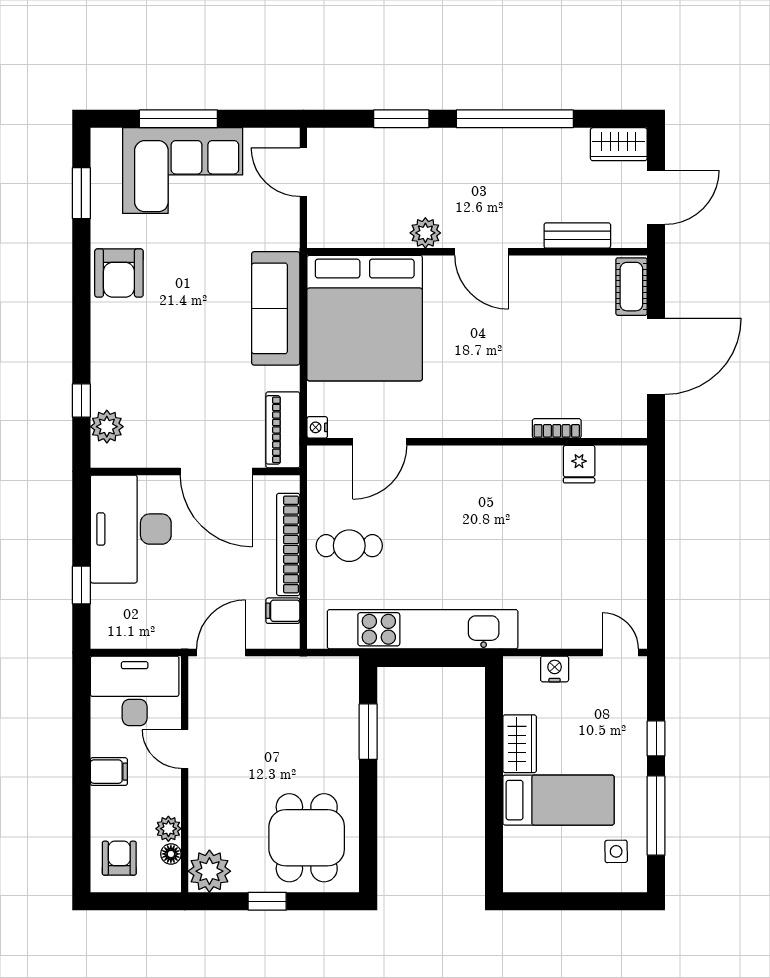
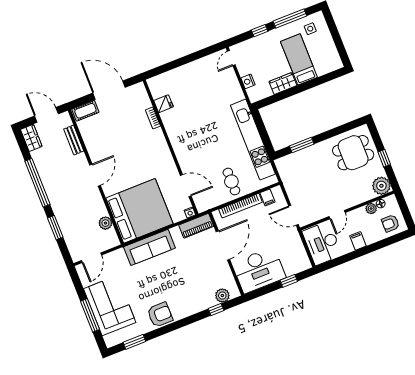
plant: (425, 233) -> (105, 223), moved

